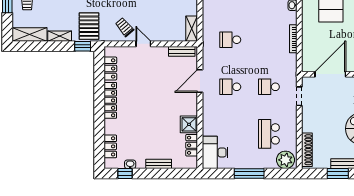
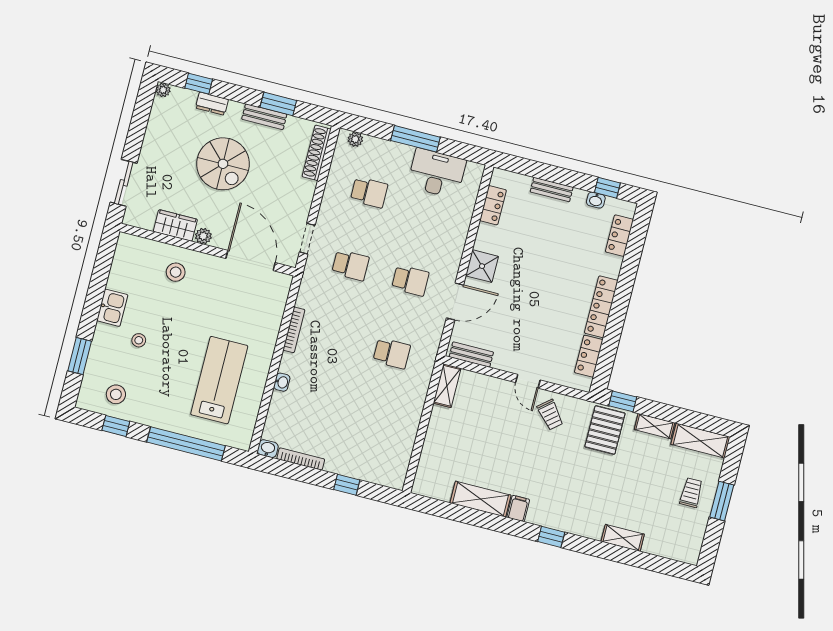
door: (330, 74) -> (251, 261), swing flipped
shower: (189, 124) -> (482, 266), moved
school desk: (269, 134) -> (369, 192), width x0.54
desk: (215, 152) -> (437, 173), moved, turned -90
plant: (285, 160) -> (355, 139), width x0.53, depth x0.53

